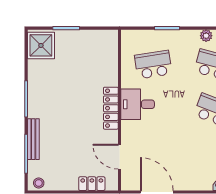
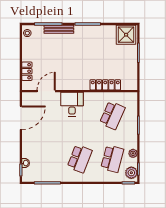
school desk: (153, 65) -> (112, 115), turned 33
desk: (138, 104) -> (72, 104), moved
locker: (111, 108) -> (105, 85), moved

